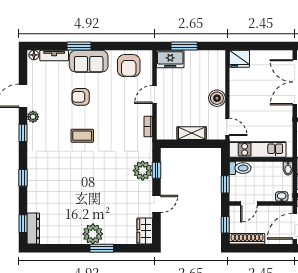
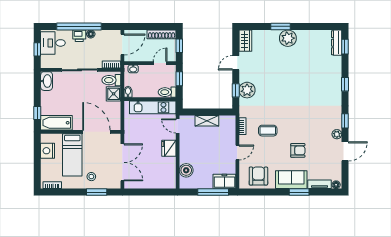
window: (184, 46) -> (213, 192), width x1.44
fridge: (239, 59) -> (169, 148), moved, turned -90
boiler: (217, 98) -> (186, 170), moved
coffee table: (82, 136) -> (268, 131), moved

